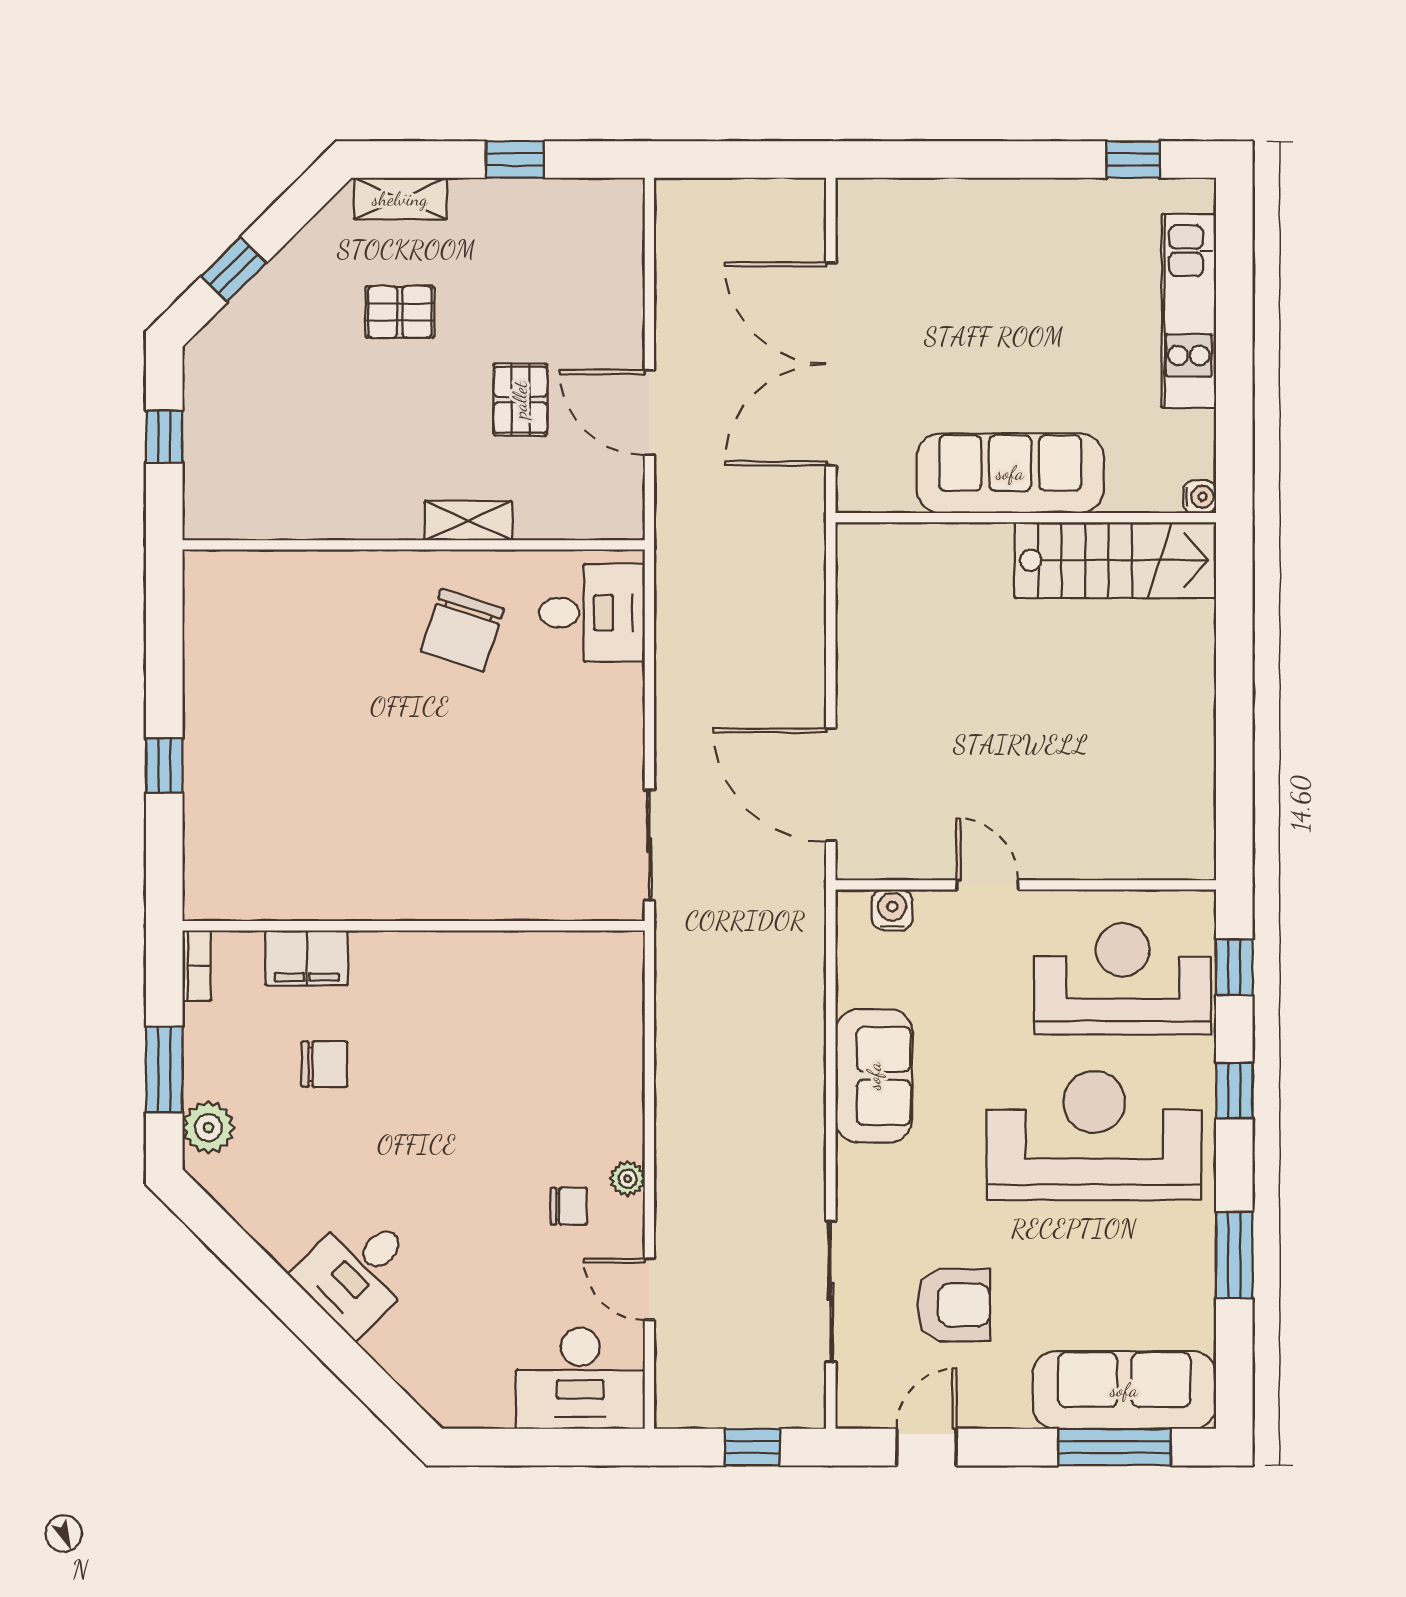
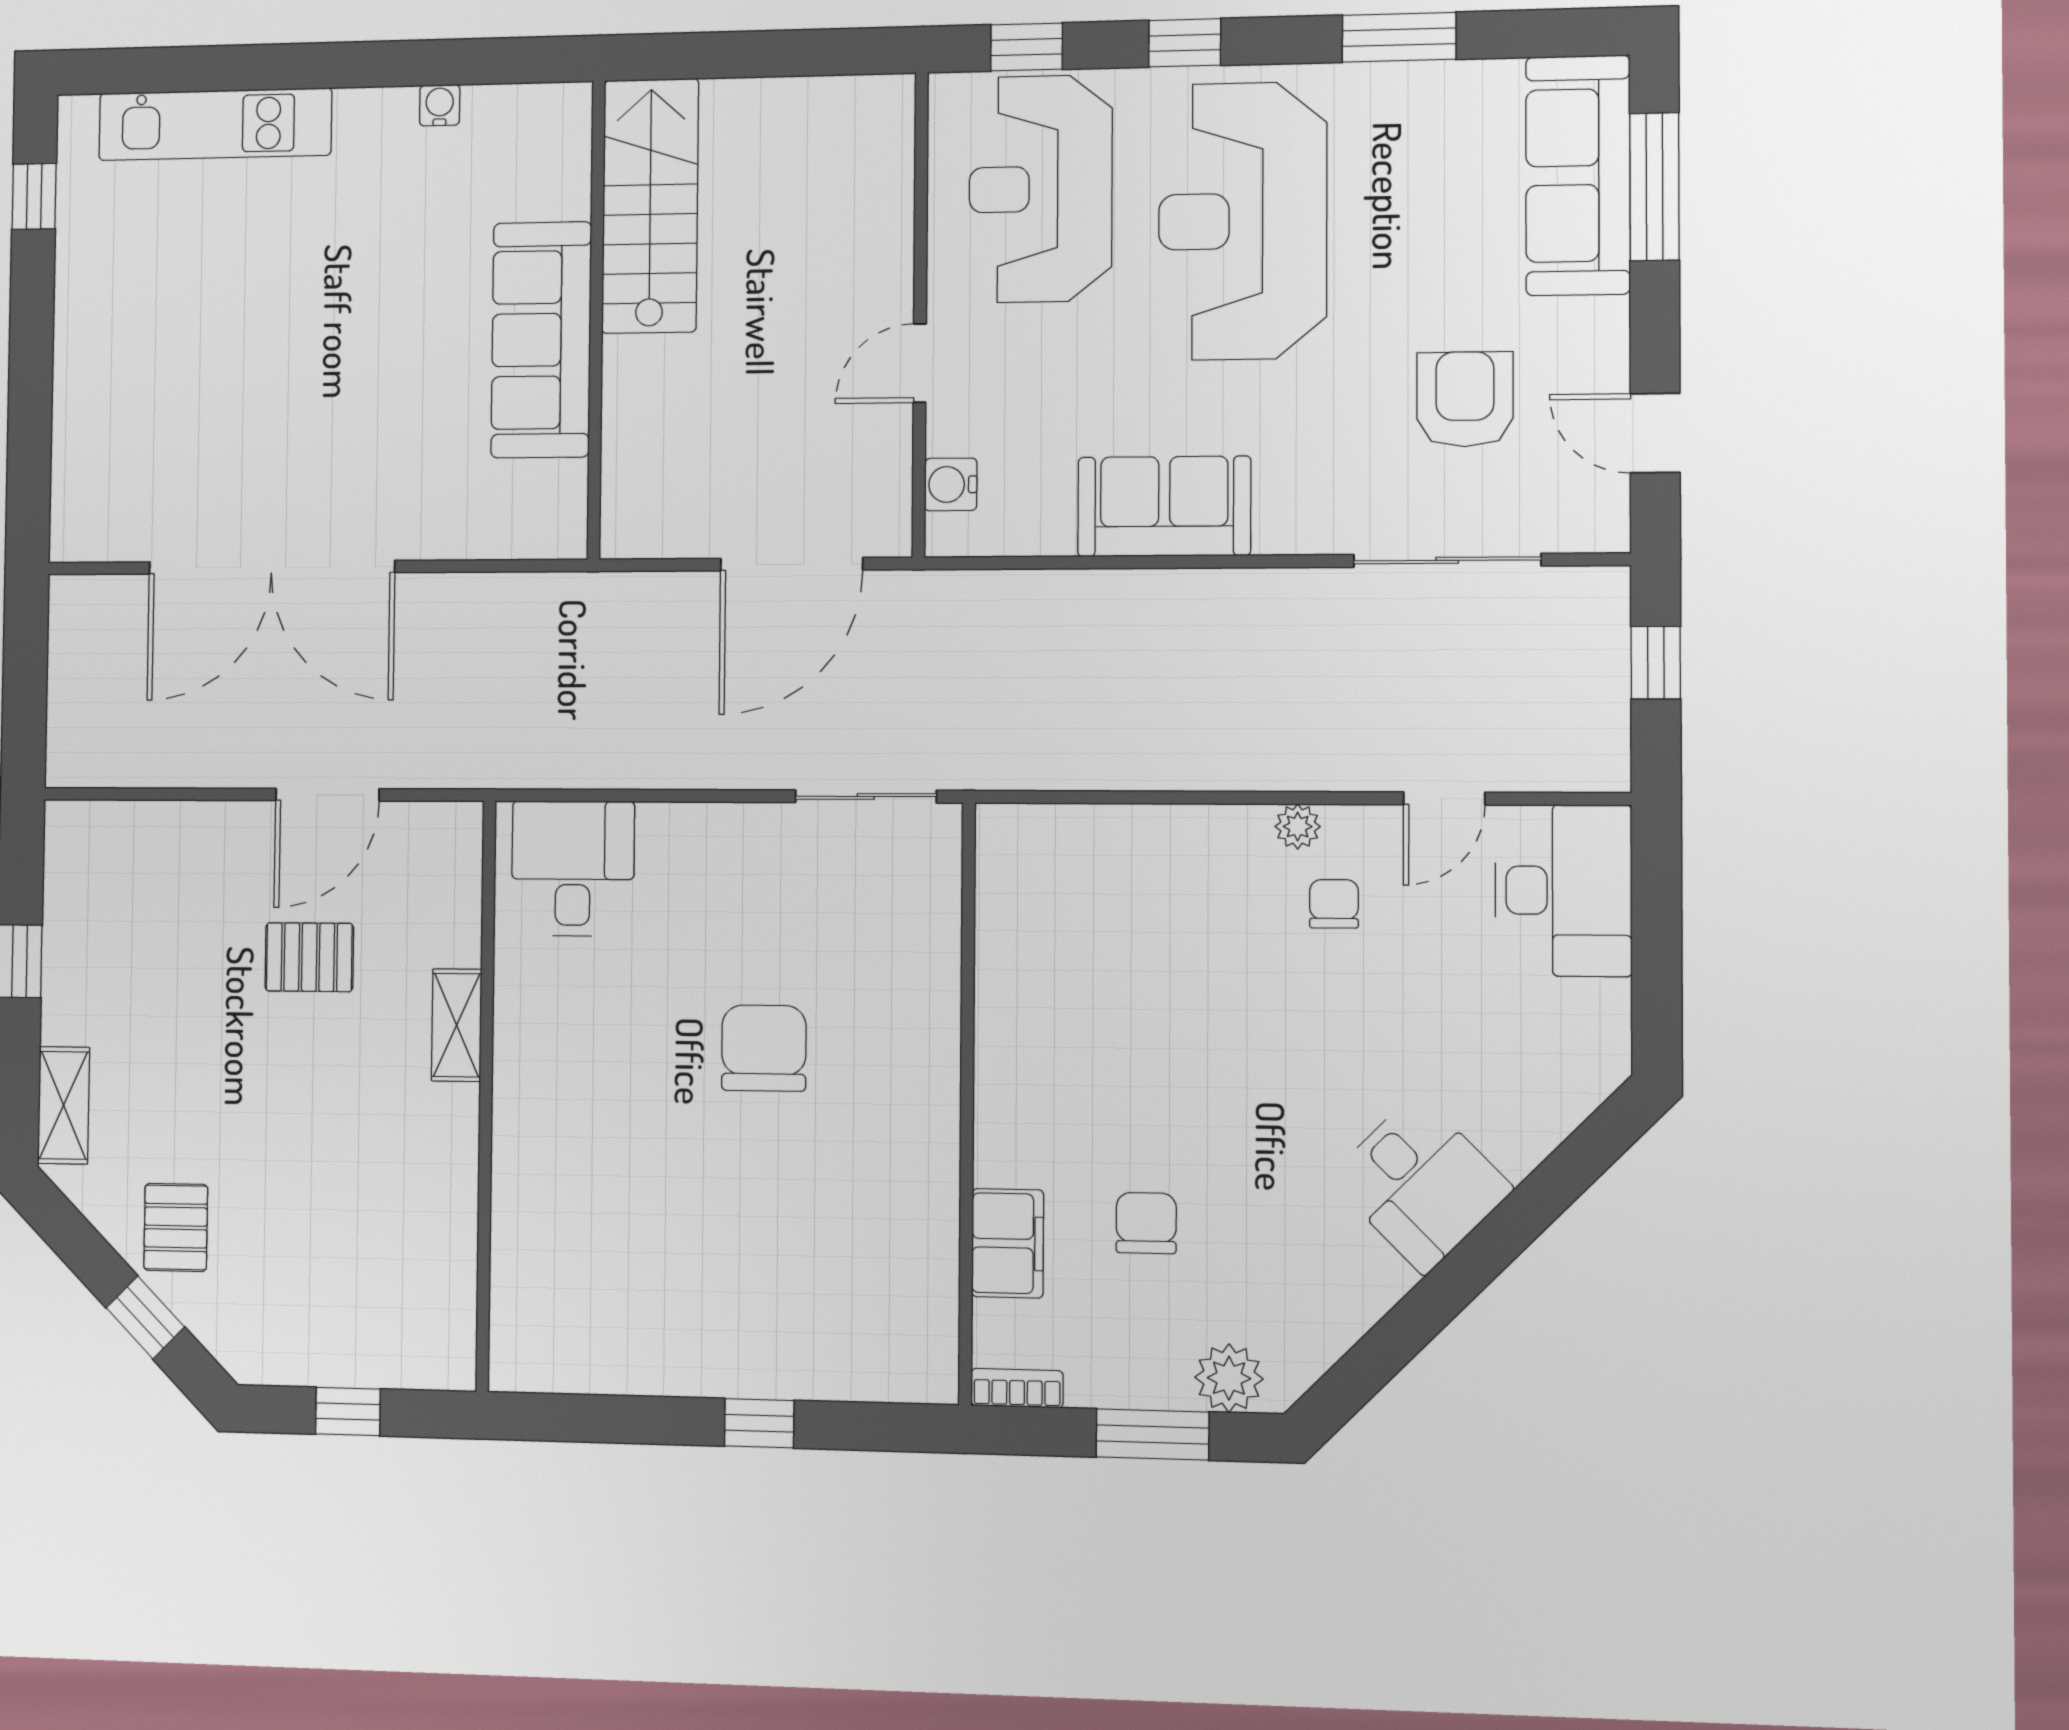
pallet: (400, 312) -> (176, 1227), moved
sofa: (1010, 473) -> (541, 340), moved
wall: (1026, 518) -> (596, 320), moved
stairs: (1115, 560) -> (650, 206), moved
chair: (462, 630) -> (764, 1048), moved, turned -108

